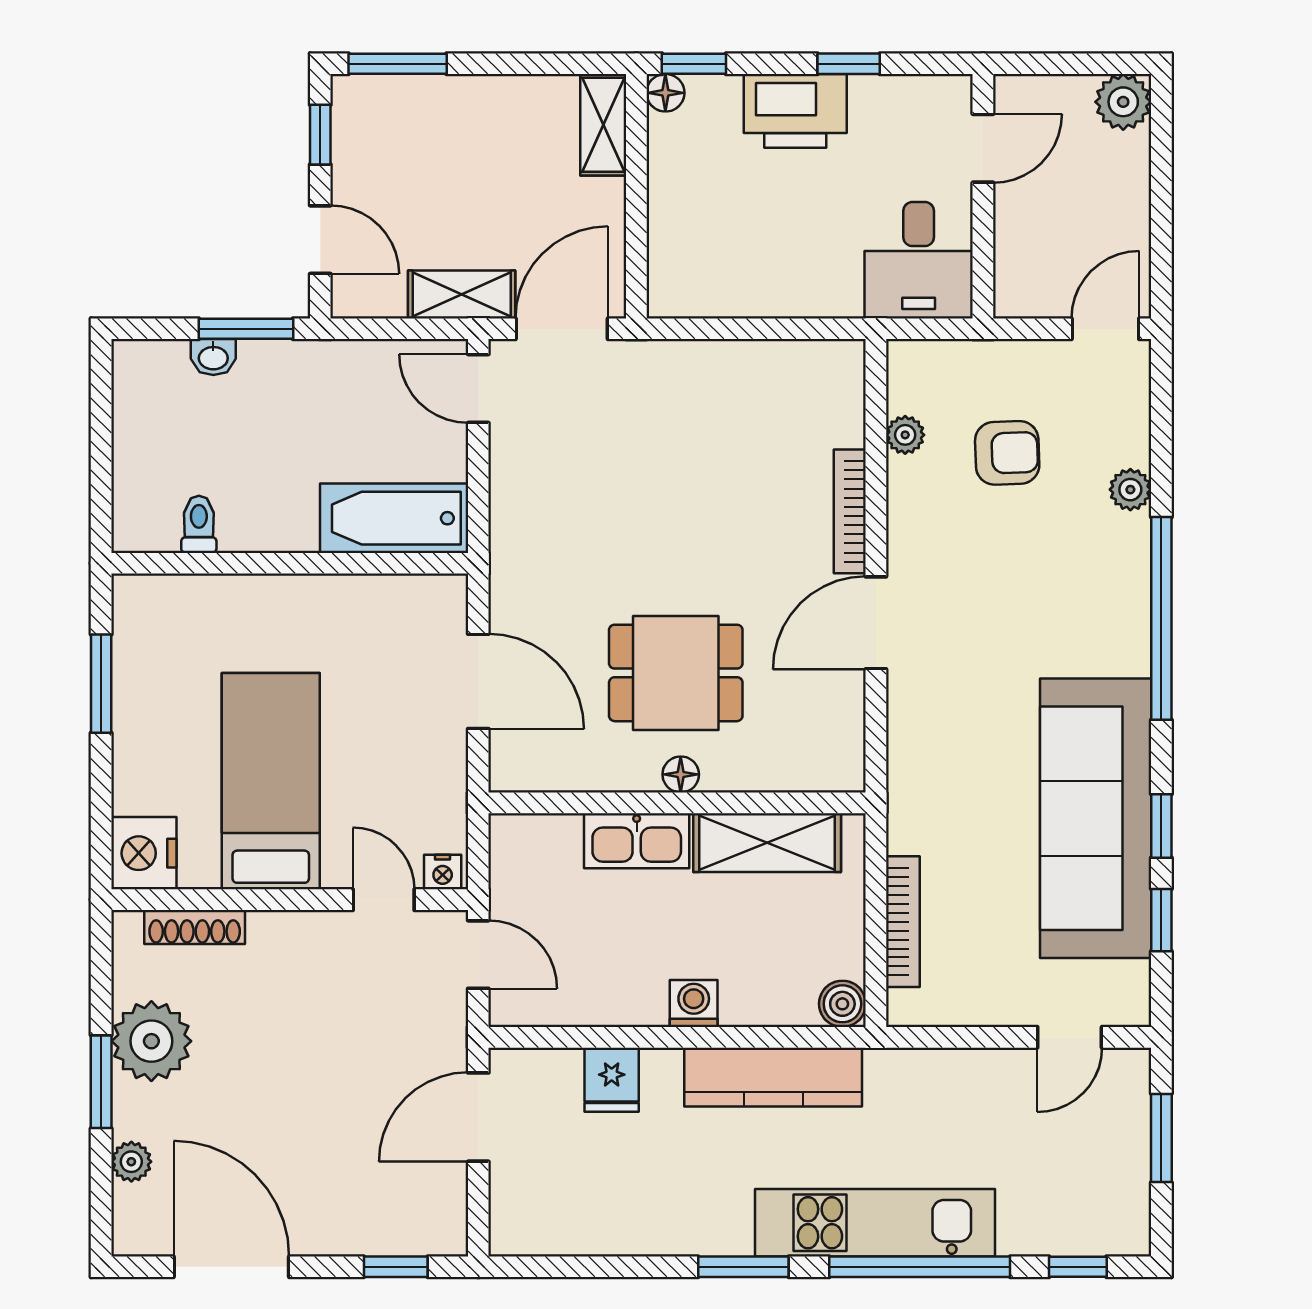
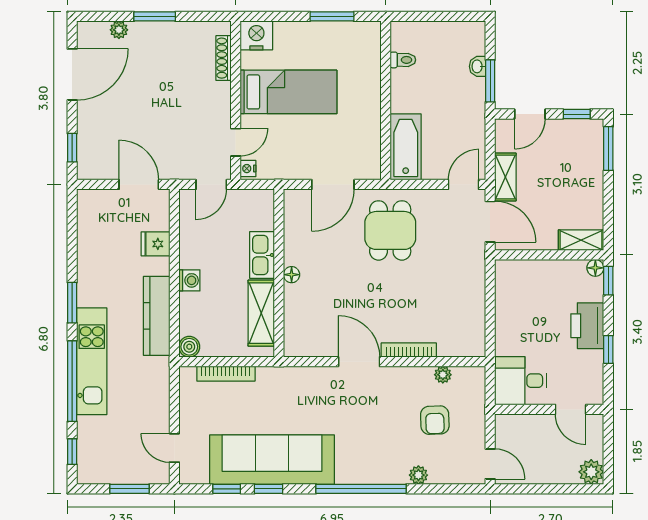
dining table: (676, 673) -> (390, 230), moved
plant: (151, 1041) -> (173, 39), removed

